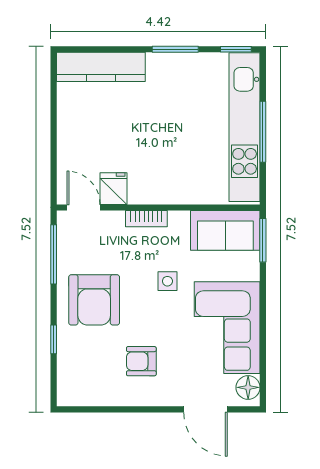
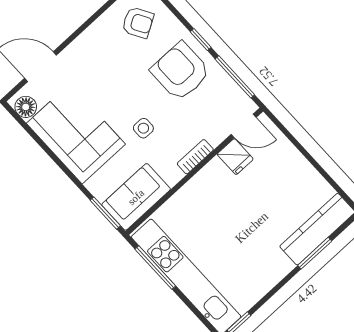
window: (175, 49) -> (315, 253), moved
window: (263, 132) -> (155, 268), moved
window: (54, 339) -> (201, 40), moved
armchair: (141, 361) -> (138, 23), moved, turned 60

